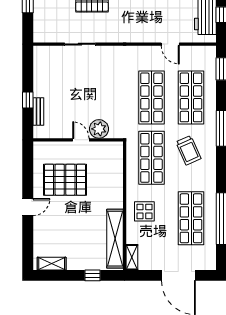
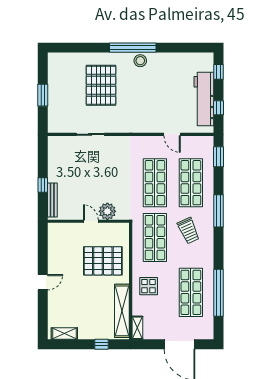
bench: (38, 112) -> (52, 200), width x1.36
pallet: (65, 180) -> (103, 261), moved

